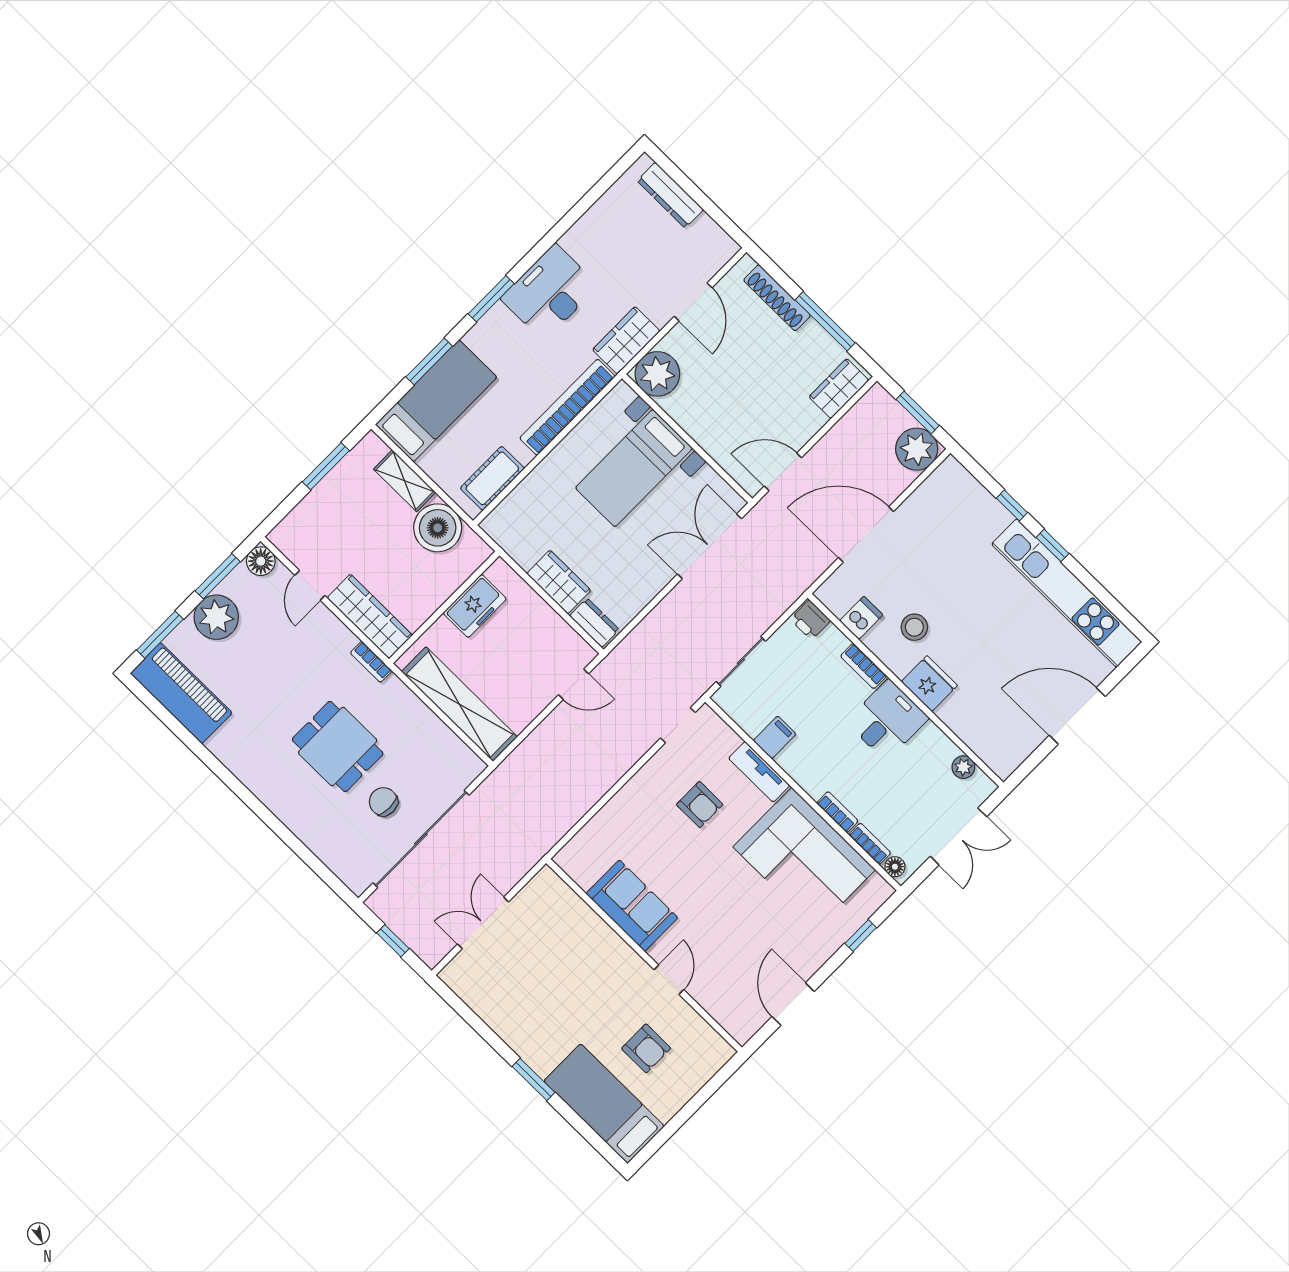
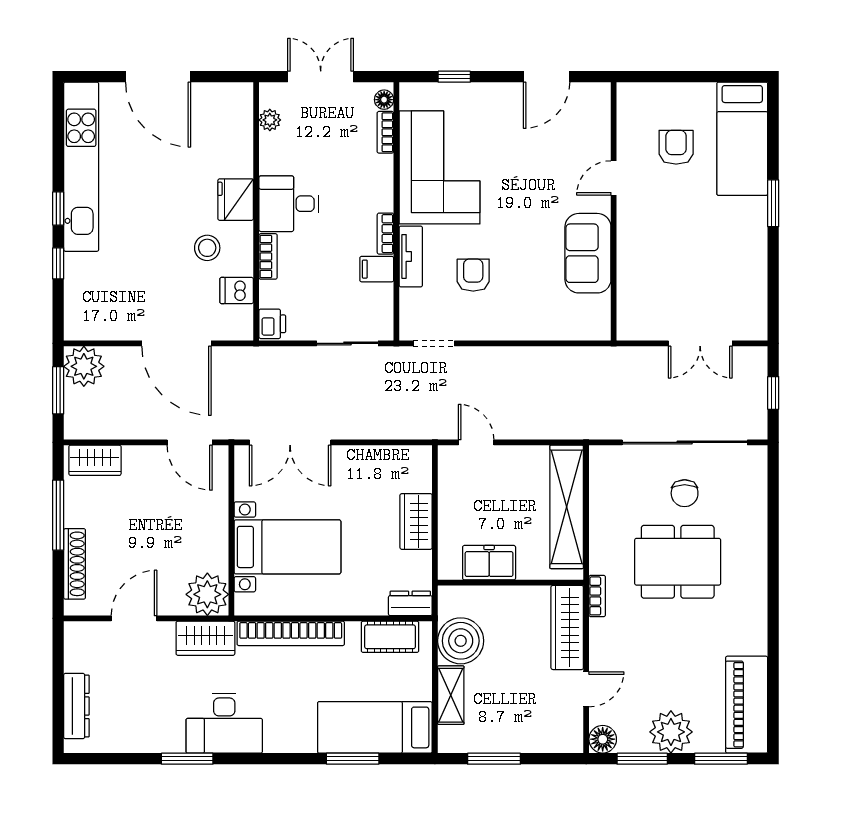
window: (491, 299) -> (187, 759), moved
dresser: (594, 623) -> (410, 603), moved, turned 90
dining table: (338, 747) -> (678, 562), width x1.37
bookcase: (837, 812) -> (385, 234), moved

